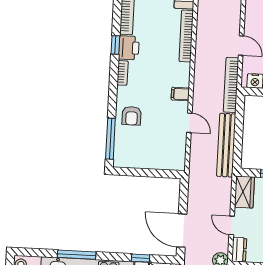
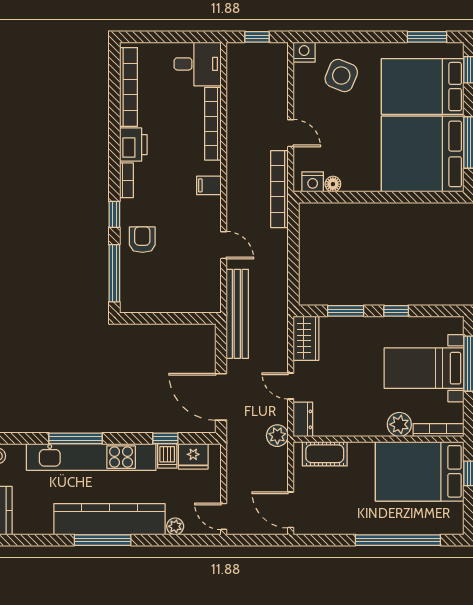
window: (115, 45) -> (114, 214), moved
filing cabinet: (180, 94) -> (209, 185), moved
armchair: (132, 116) -> (142, 240), turned 180
bench: (226, 145) -> (237, 314), moved

